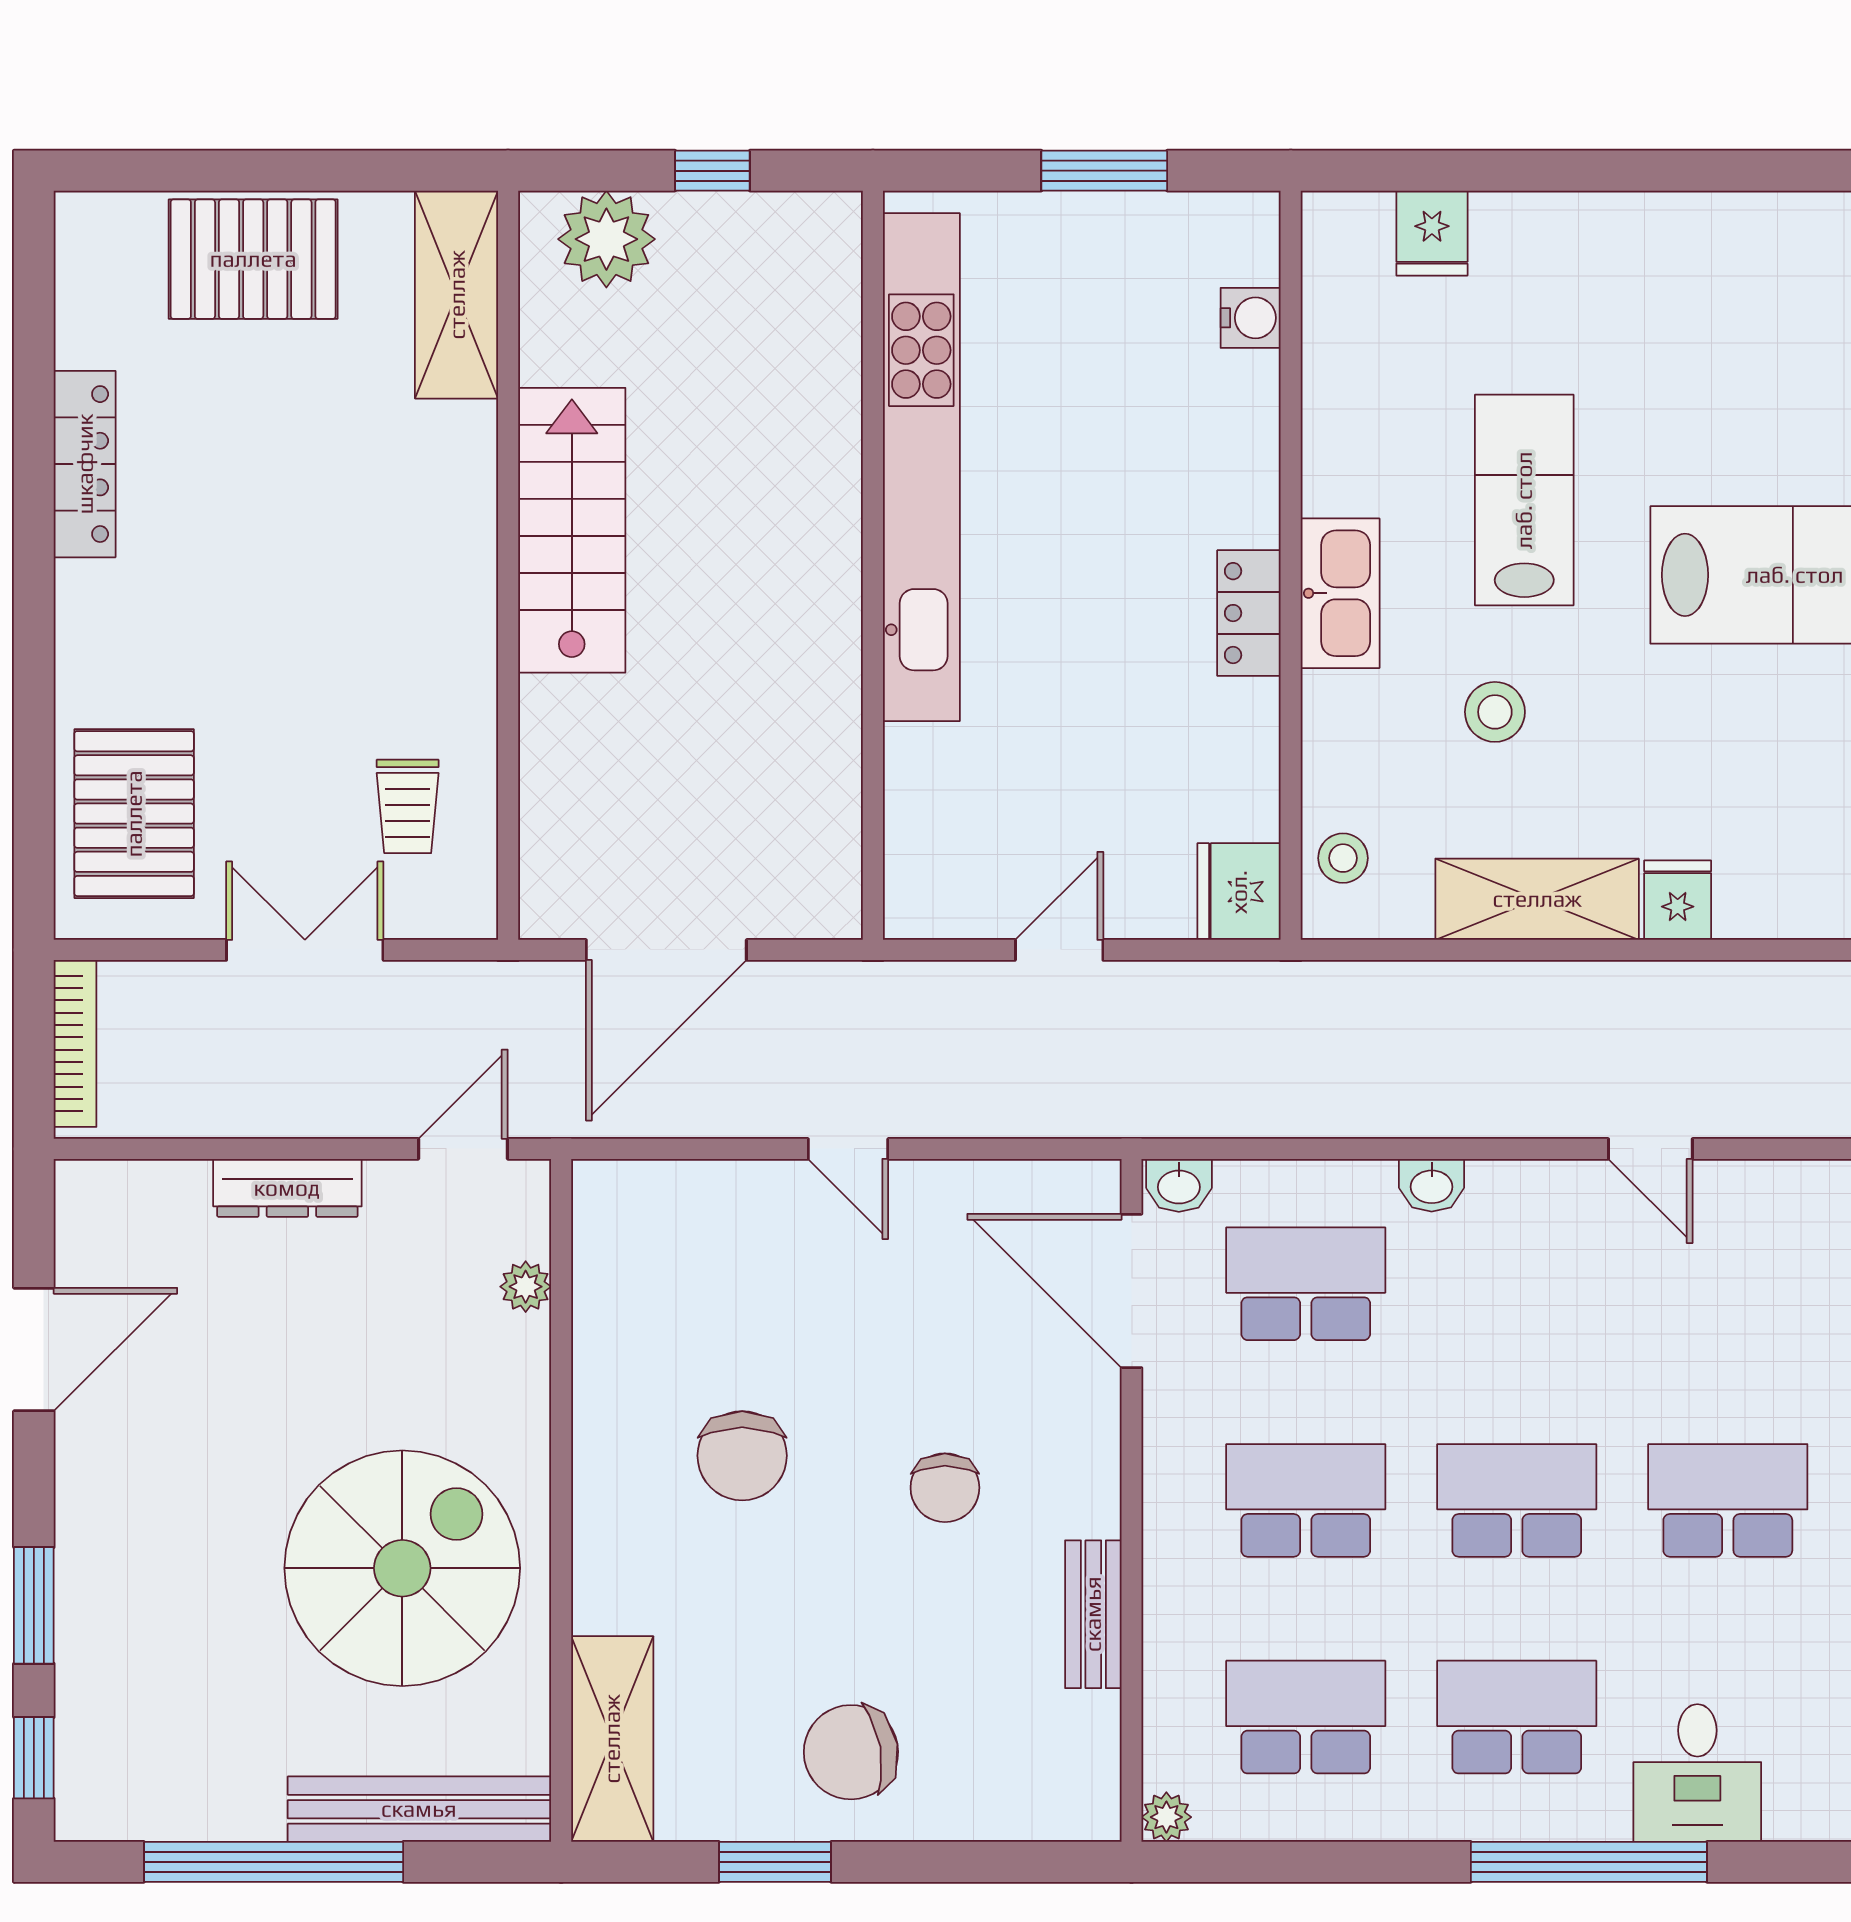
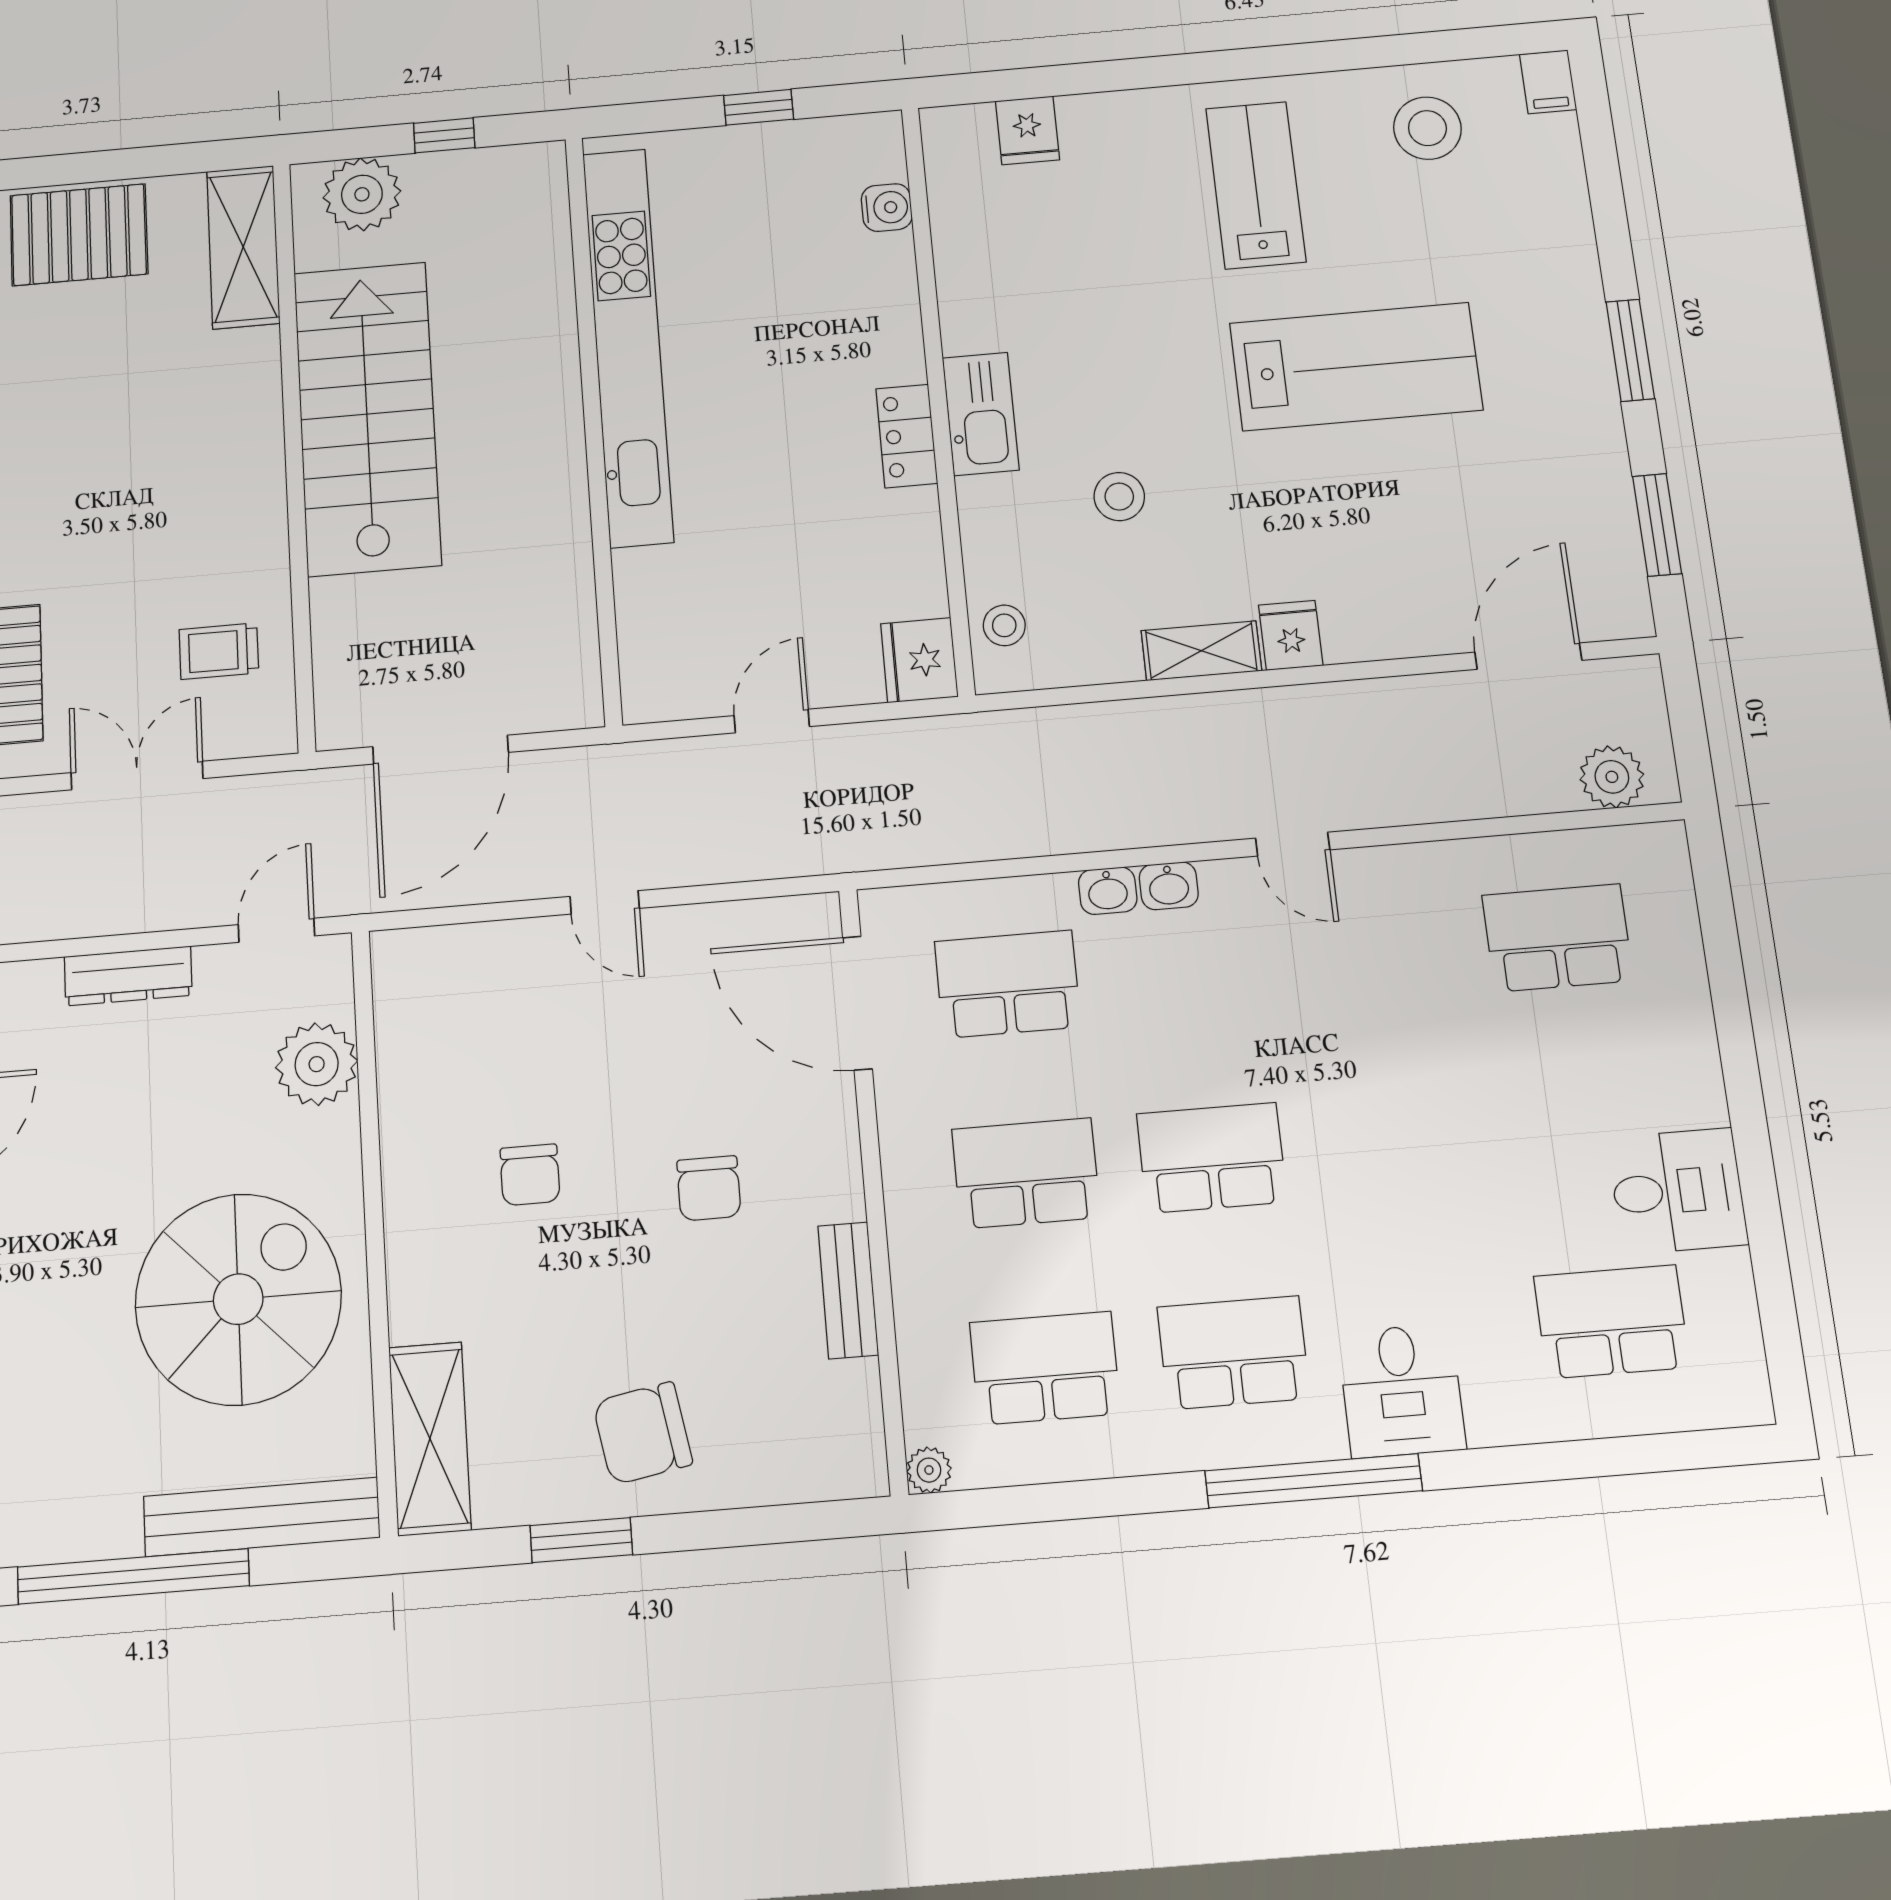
window: (1104, 171) -> (759, 107), width x0.67
lab bench: (1524, 500) -> (1256, 185), moved
stairs: (572, 530) -> (367, 418), width x1.36, depth x1.51
trolley: (408, 806) -> (219, 651), turned 90
shelving: (1537, 899) -> (1201, 651), width x0.67, depth x0.75
washbasin: (1179, 1185) -> (1169, 886), moved
plant: (526, 1287) -> (317, 1064), width x1.88, depth x1.88
chair: (742, 1456) -> (530, 1175), width x0.73, depth x0.73
school desk: (1728, 1500) -> (1398, 1142), removed

